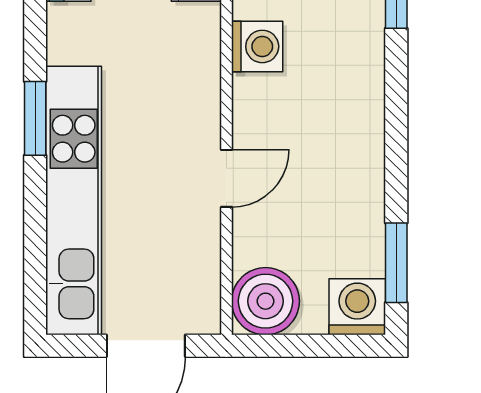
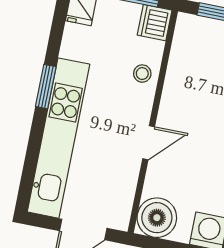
washing machine: (257, 46) -> (181, 71), removed
stool: (193, 64) -> (142, 74), added

